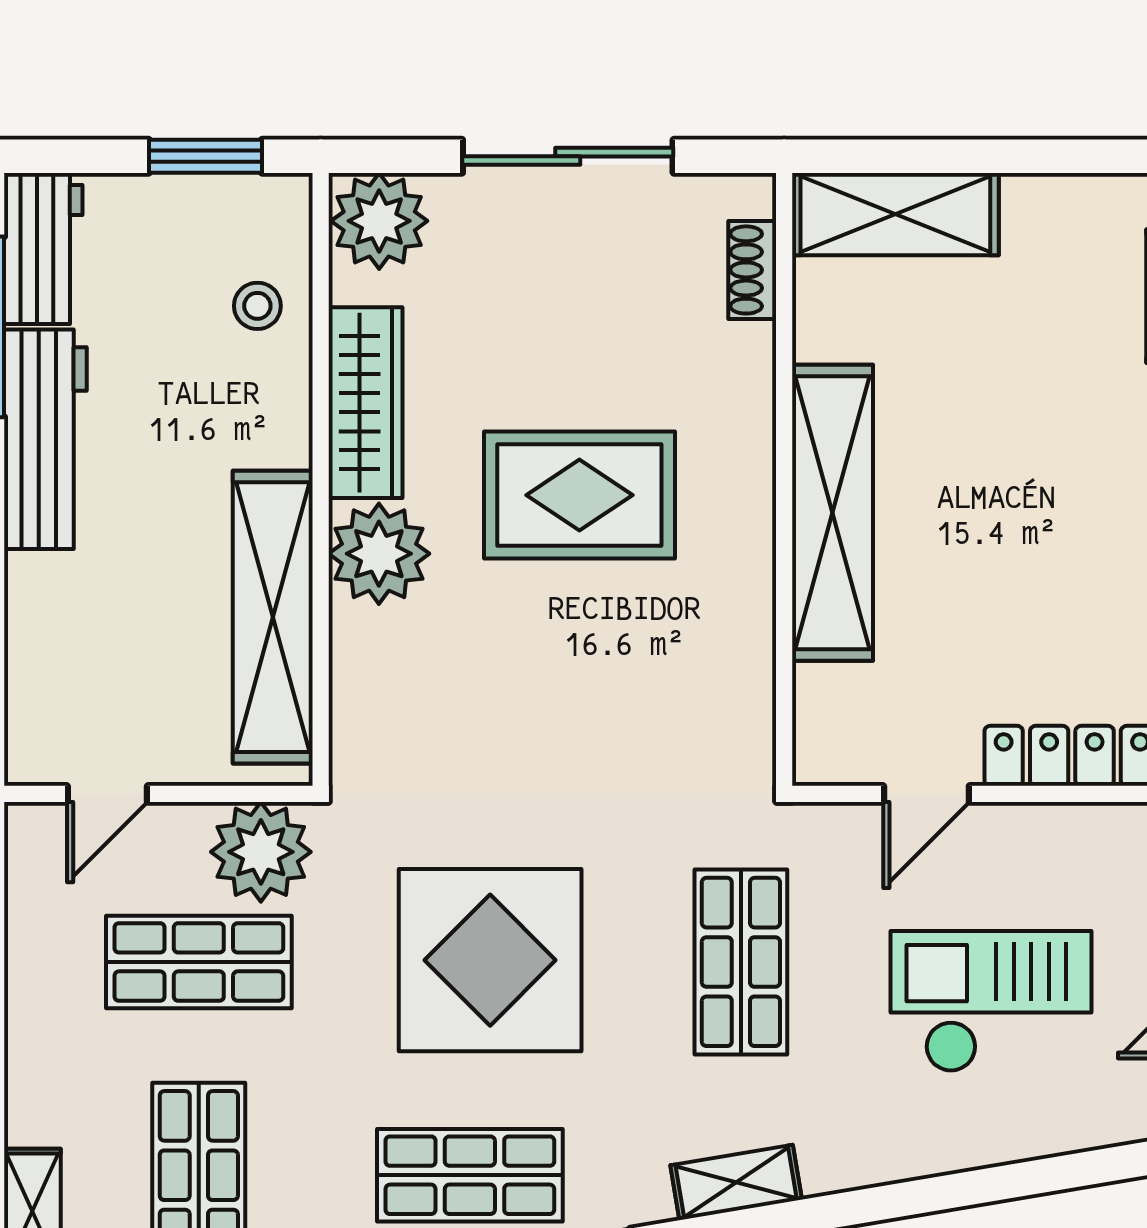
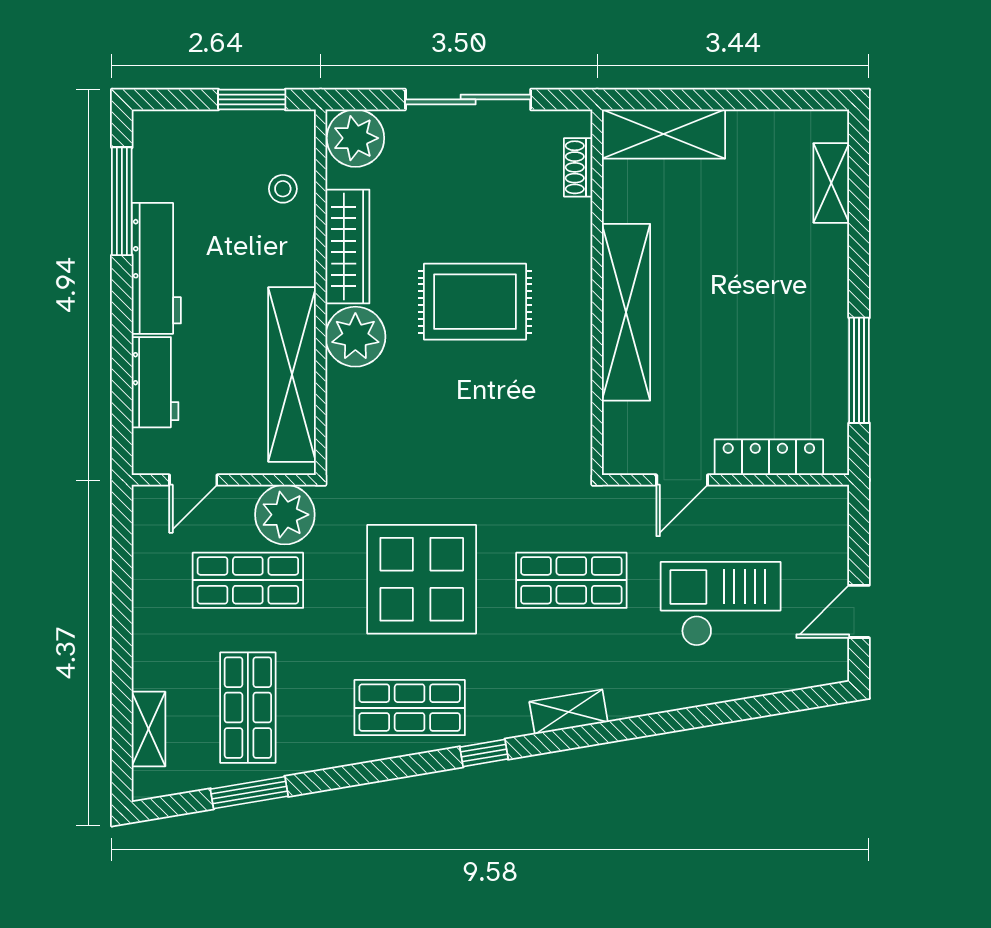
workbench: (43, 248) -> (155, 382), moved
shop shelf: (741, 962) -> (571, 580), turned 90

